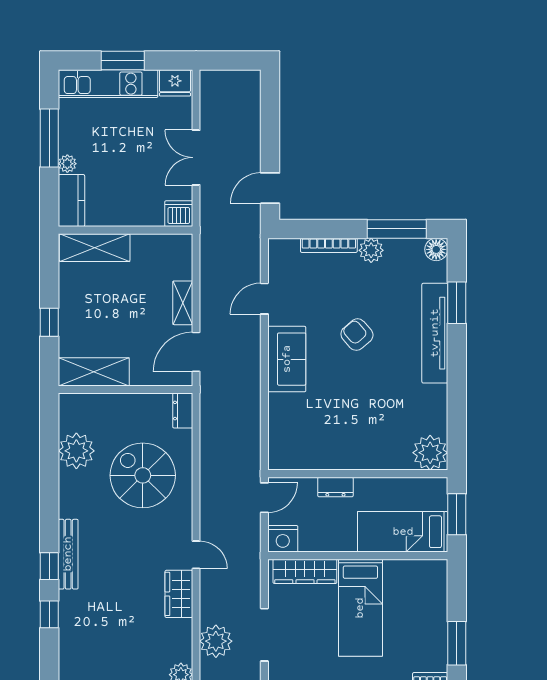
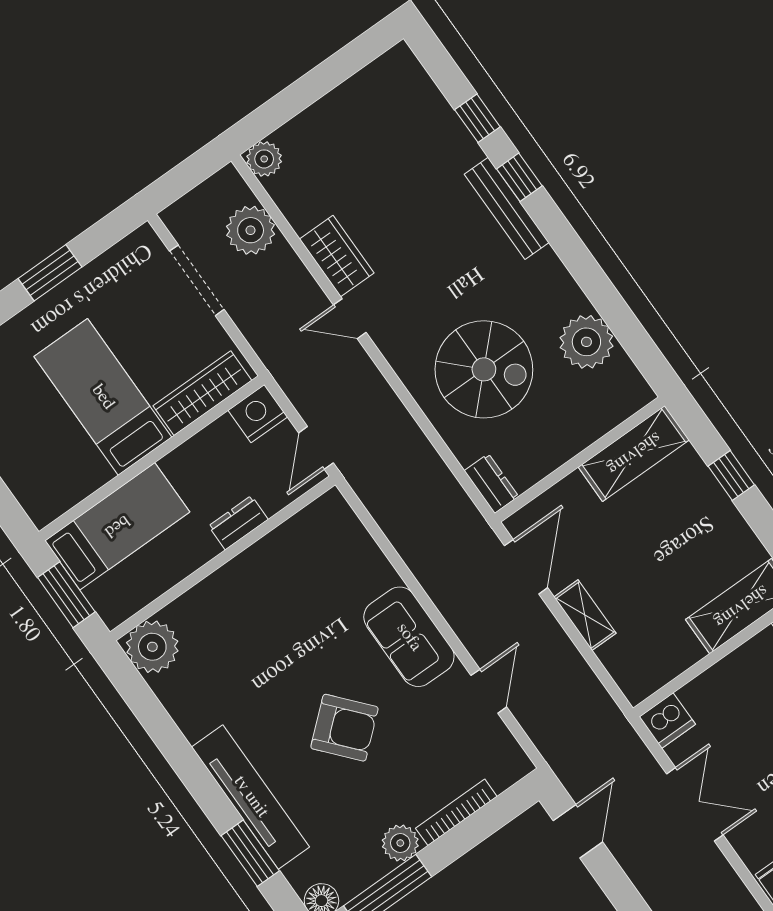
armchair: (357, 335) -> (344, 728), width x1.38, depth x1.38

